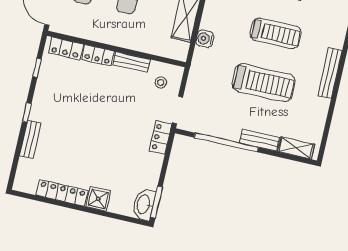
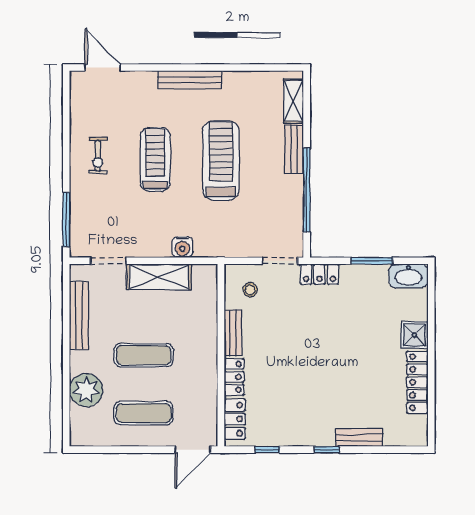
window: (156, 202) -> (372, 261), moved

